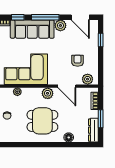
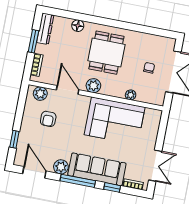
dining table: (42, 121) -> (106, 53), turned 90

